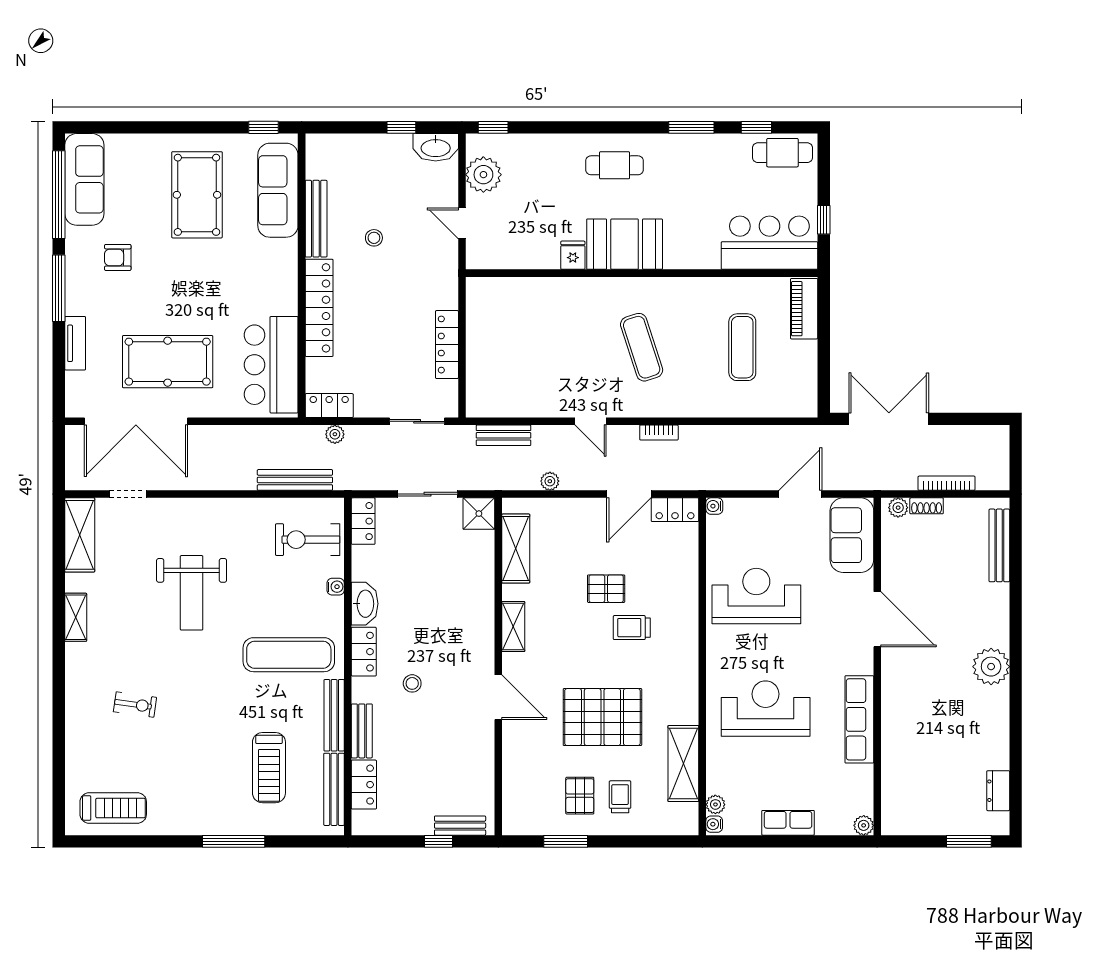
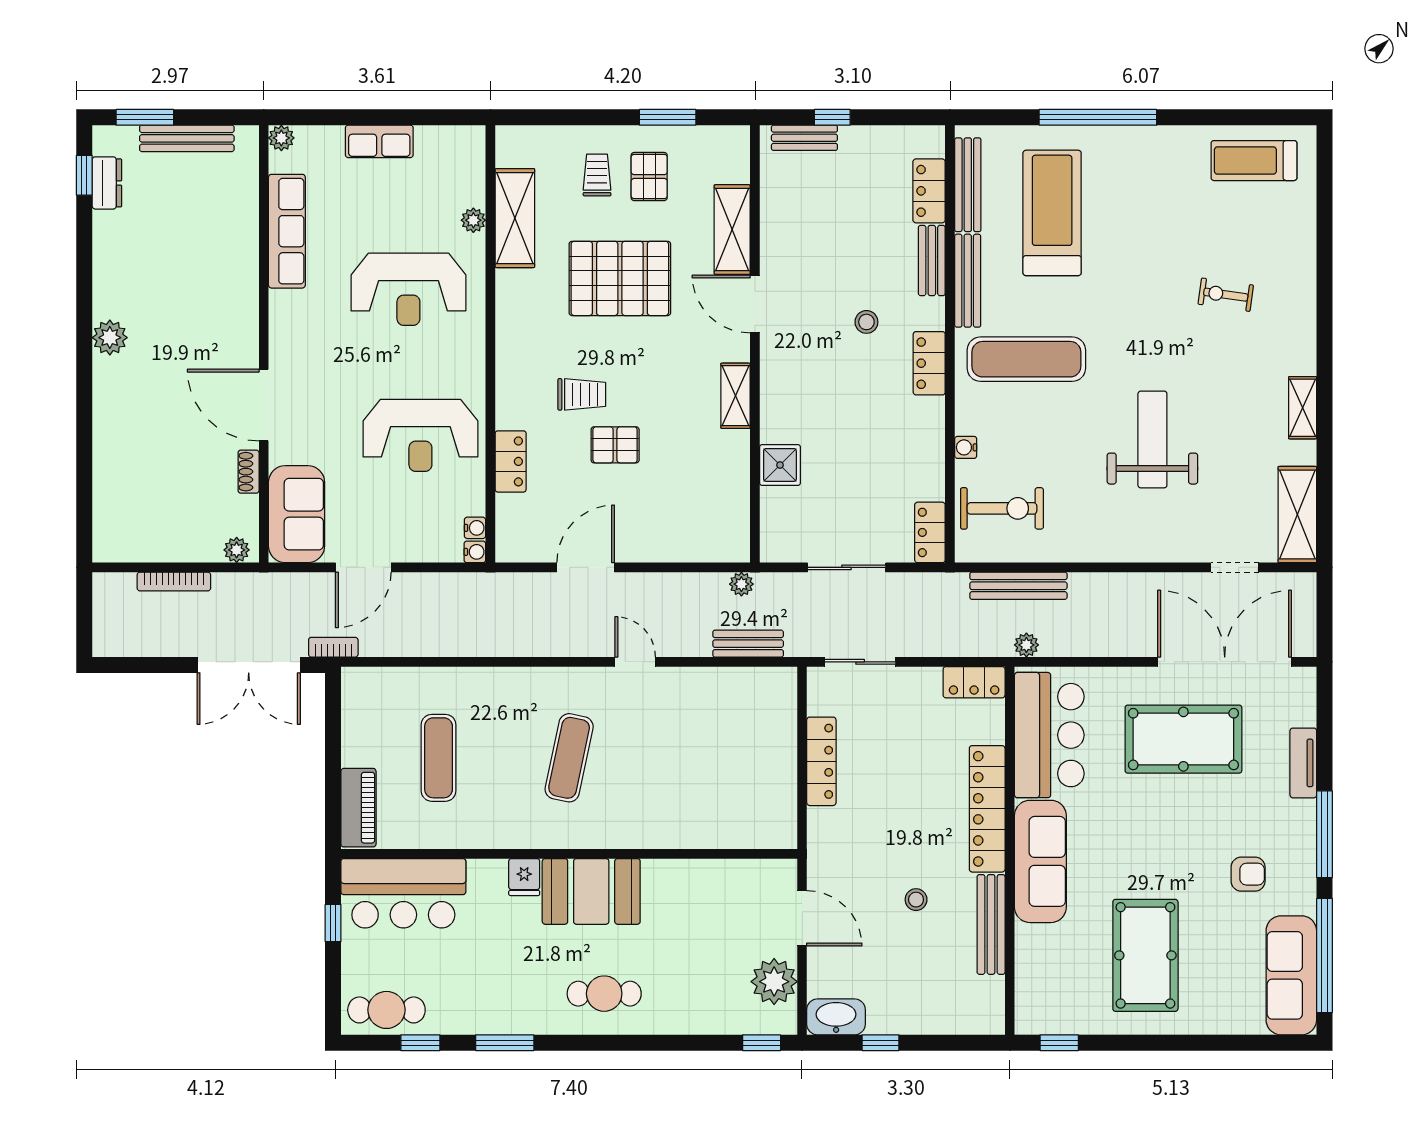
sofa: (278, 190) -> (1040, 861), moved
door: (462, 223) -> (802, 918), width x1.38
fridge: (573, 255) -> (524, 877), moved
exercise mat: (642, 347) -> (569, 758), turned 30
bookcase: (659, 433) -> (333, 647), moved
plant: (335, 434) -> (1026, 645), moved
plant: (550, 481) -> (741, 584), moved
shoe rack: (927, 506) -> (249, 472), moved, turned -90
locker: (675, 510) -> (511, 461), moved, turned 90
shower: (479, 514) -> (780, 465), moved
bench: (999, 545) -> (187, 138), moved, turned 90
shelving: (516, 549) -> (732, 230), moved
washbasin: (365, 604) -> (928, 425), removed
plant: (991, 667) -> (110, 338), width x0.73, depth x0.73
row of seats: (859, 719) -> (287, 231), moved
treadmill: (269, 768) -> (1052, 213), width x1.37, depth x1.38
trolley: (620, 797) -> (597, 175), turned 180
window: (1016, 797) -> (84, 175), added
plant: (715, 804) -> (473, 220), moved
water cooler: (714, 824) -> (475, 528), moved
window: (234, 841) -> (1098, 117), width x1.46

